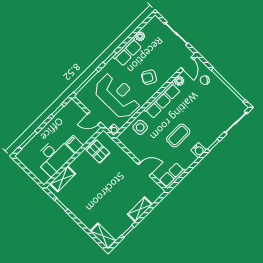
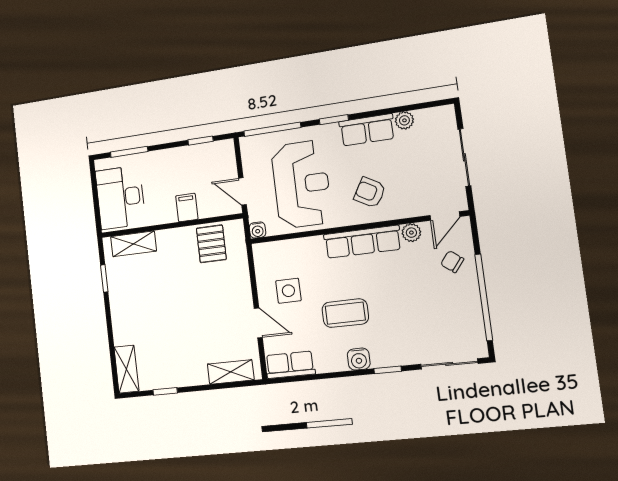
side table: (140, 127) -> (288, 291), moved
desk: (54, 157) -> (120, 197), moved, turned 90
shelving: (140, 209) -> (231, 372), moved

